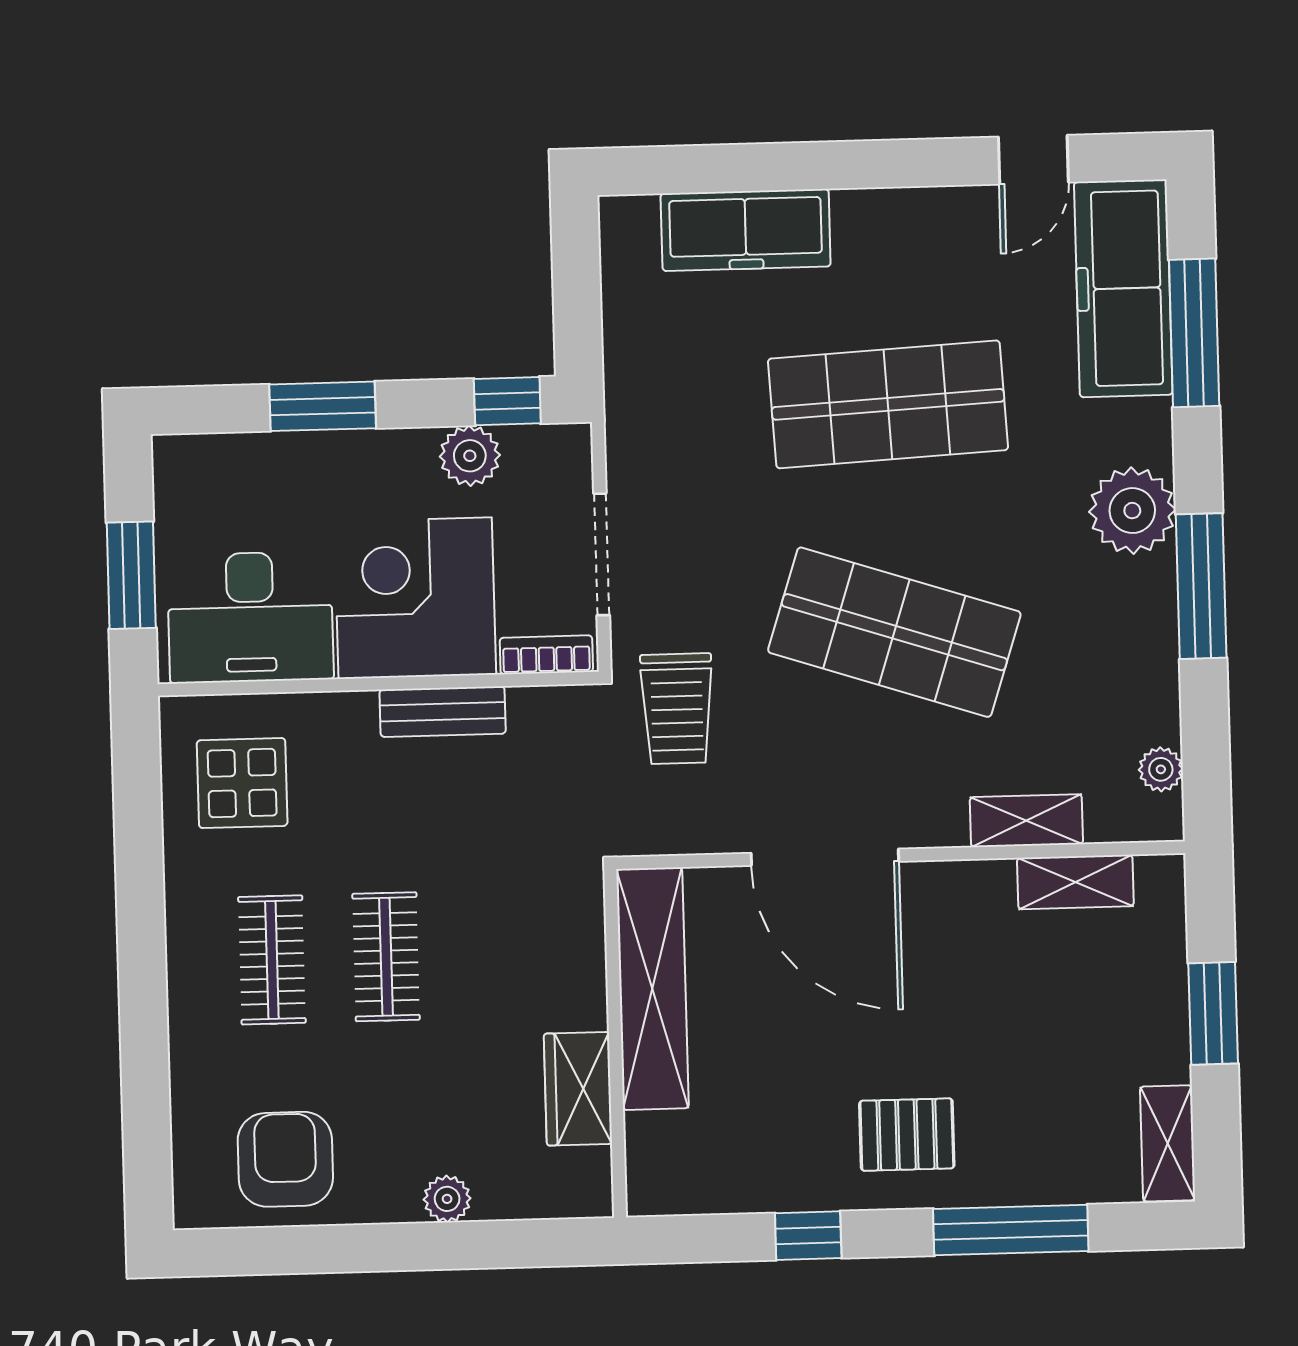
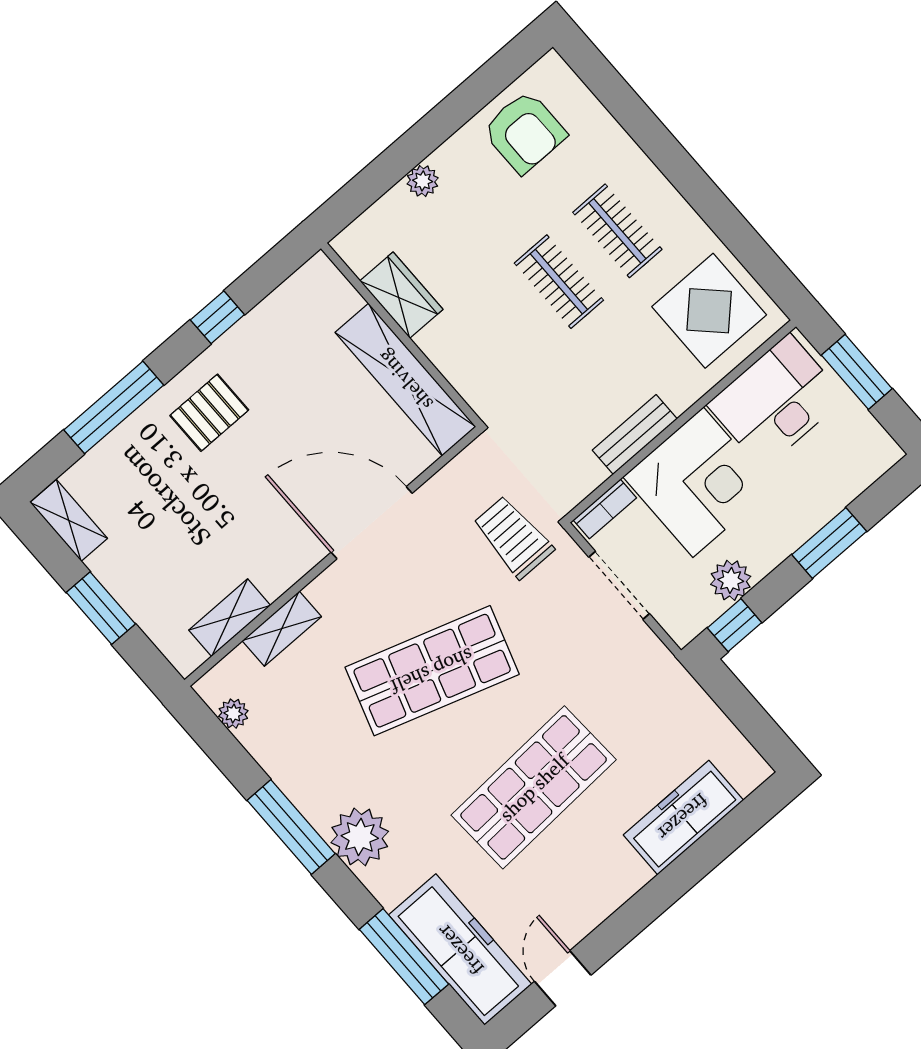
display table: (242, 783) -> (709, 311), width x1.36, depth x1.36

